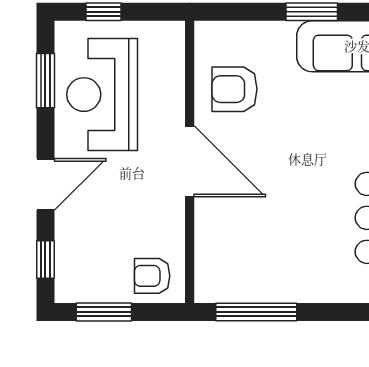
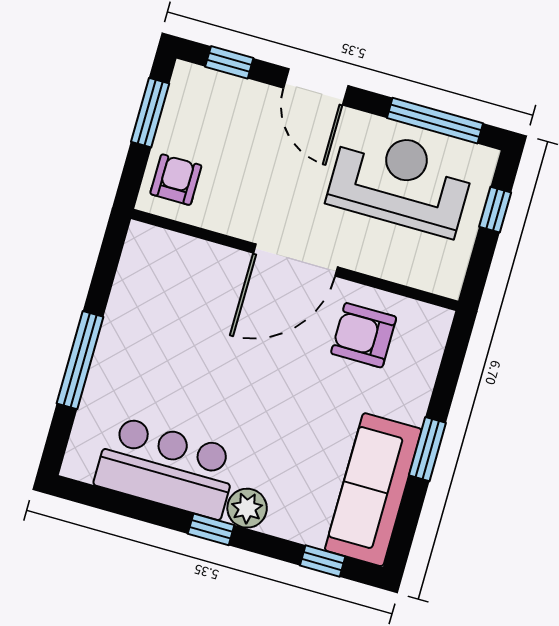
window: (45, 81) -> (435, 121), width x1.44
armchair: (235, 89) -> (364, 335), turned -90
window: (256, 312) -> (80, 360), moved

